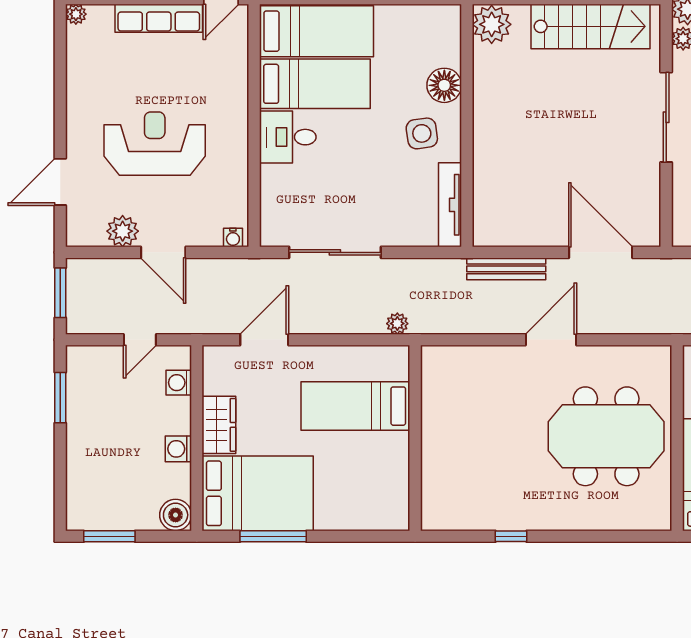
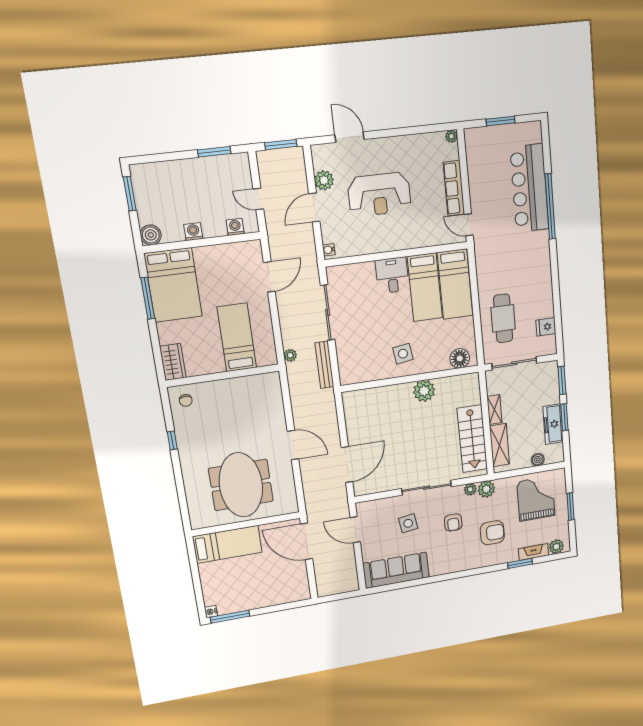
plant: (492, 24) -> (424, 391), moved
floor lamp: (444, 85) -> (460, 358), moved
reception desk: (155, 144) -> (379, 194), turned 90
tv unit: (450, 205) -> (364, 376), removed
bench: (506, 269) -> (324, 365), moved
door: (264, 340) -> (269, 277), hinge flipped
wardrobe: (219, 425) -> (173, 362), moved, turned -90
chair: (447, 504) -> (186, 401), added

